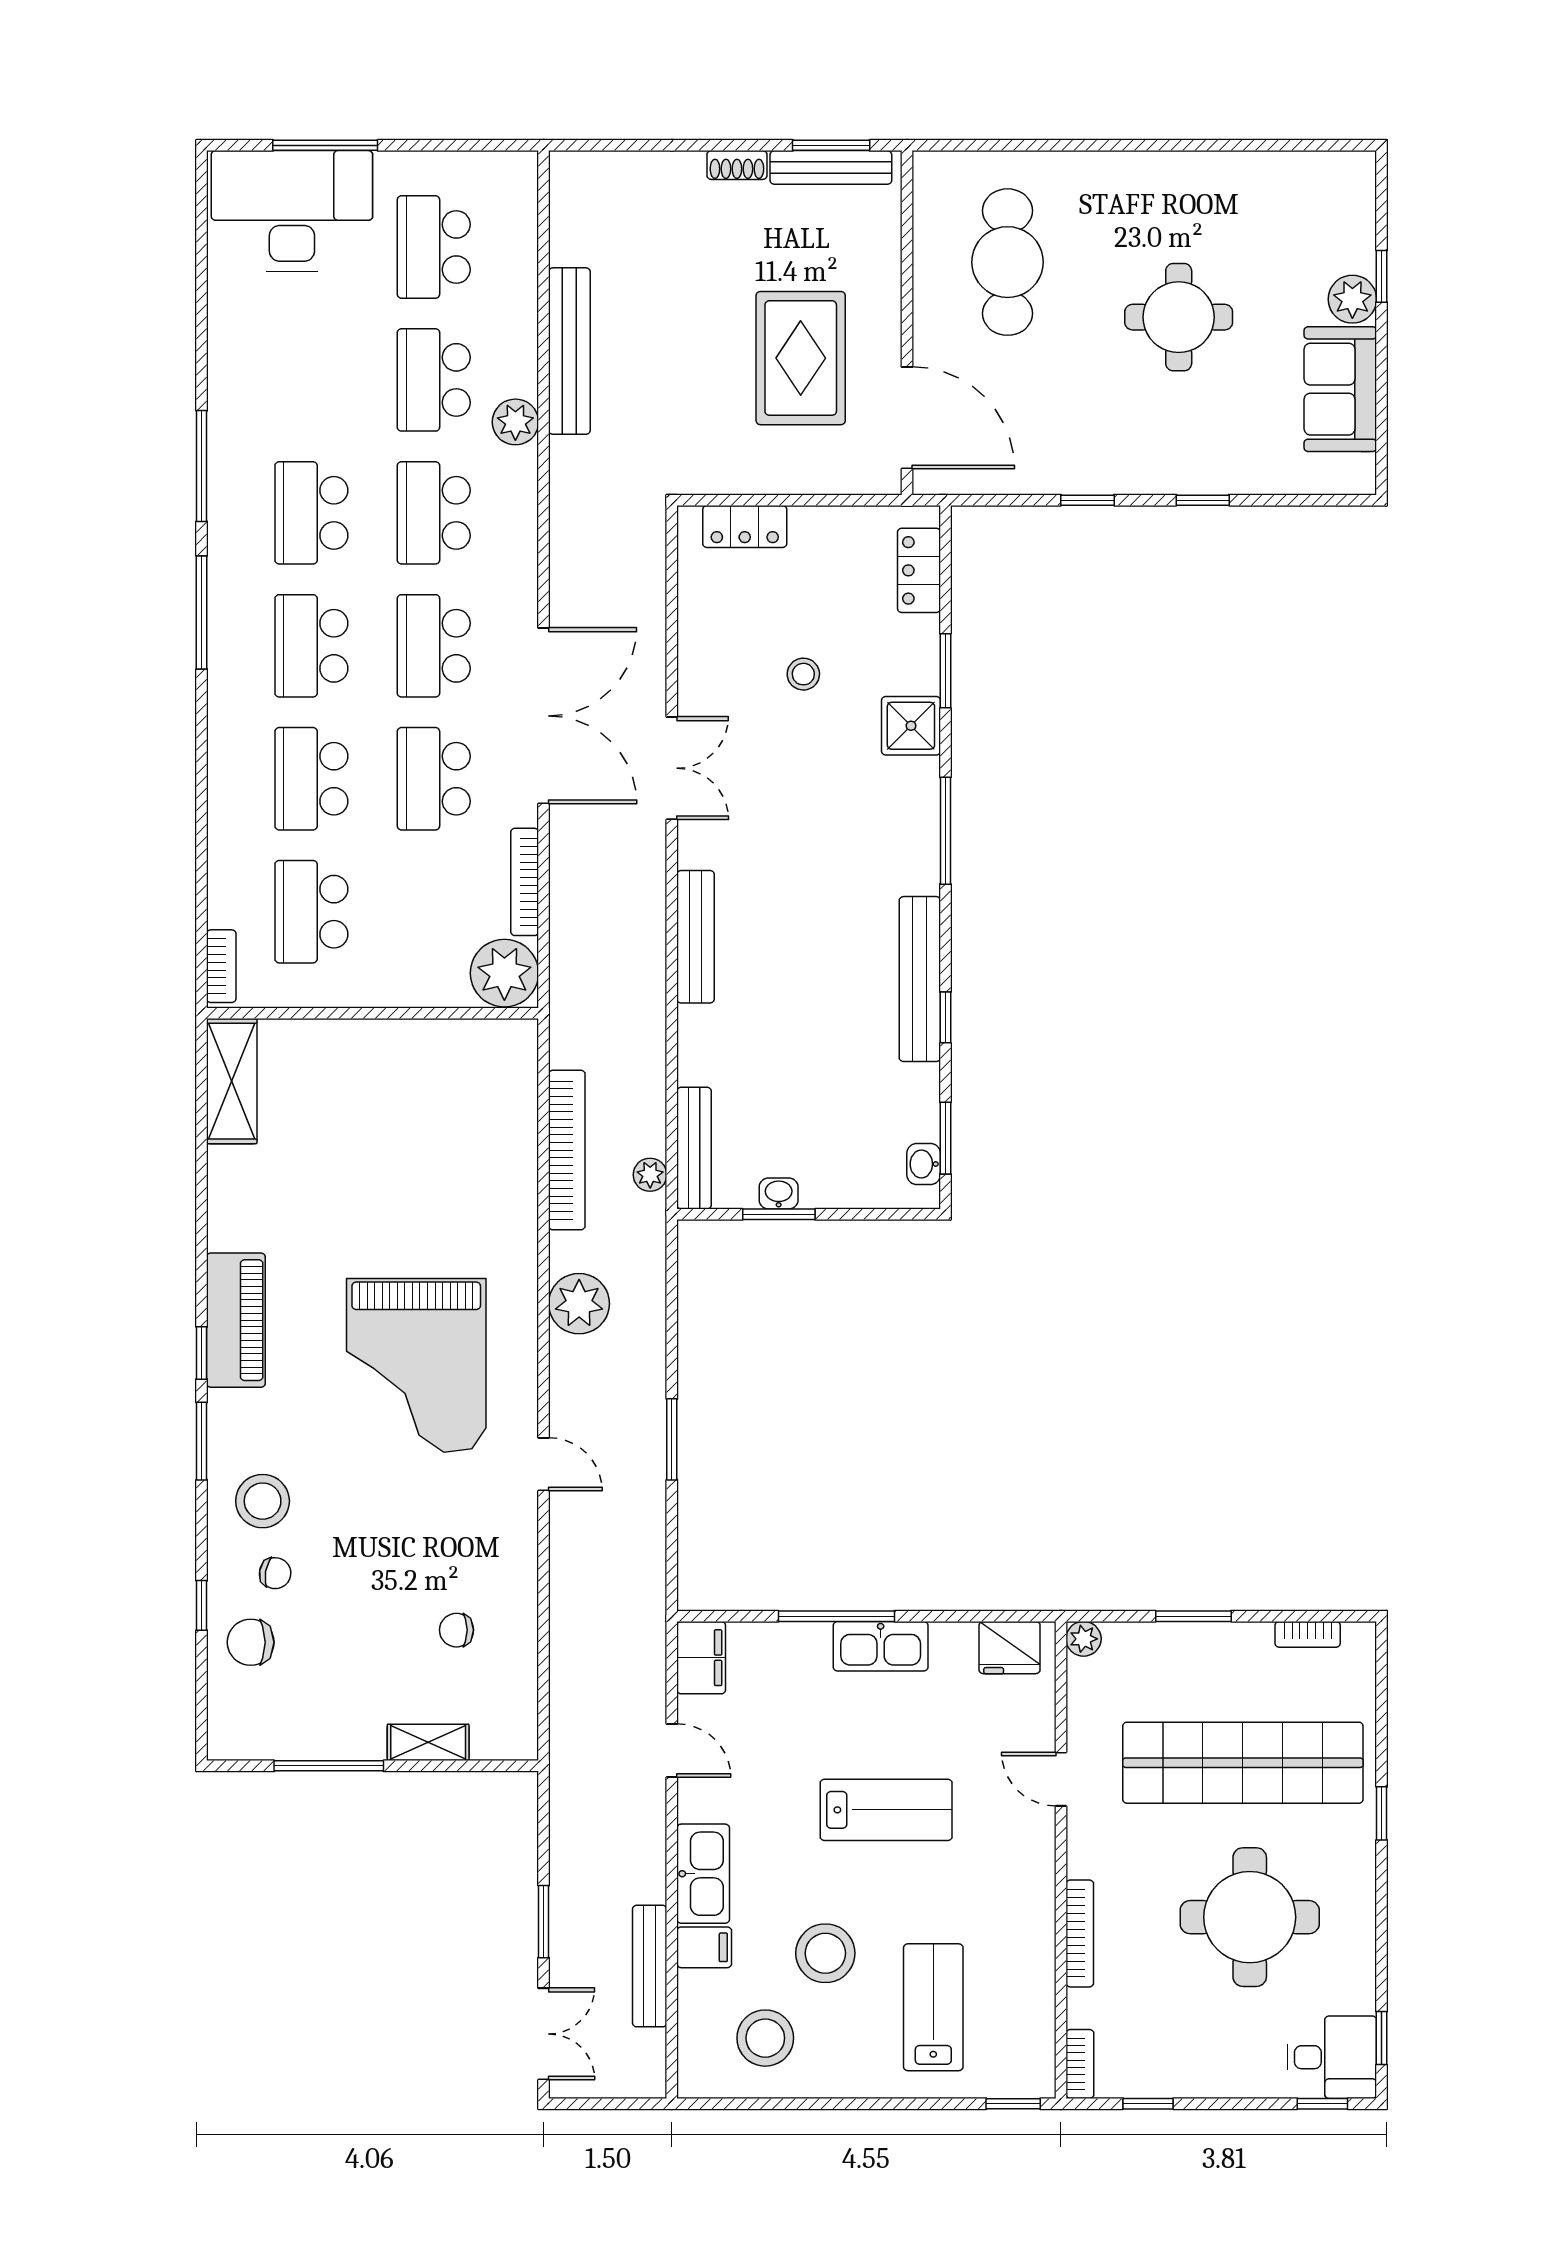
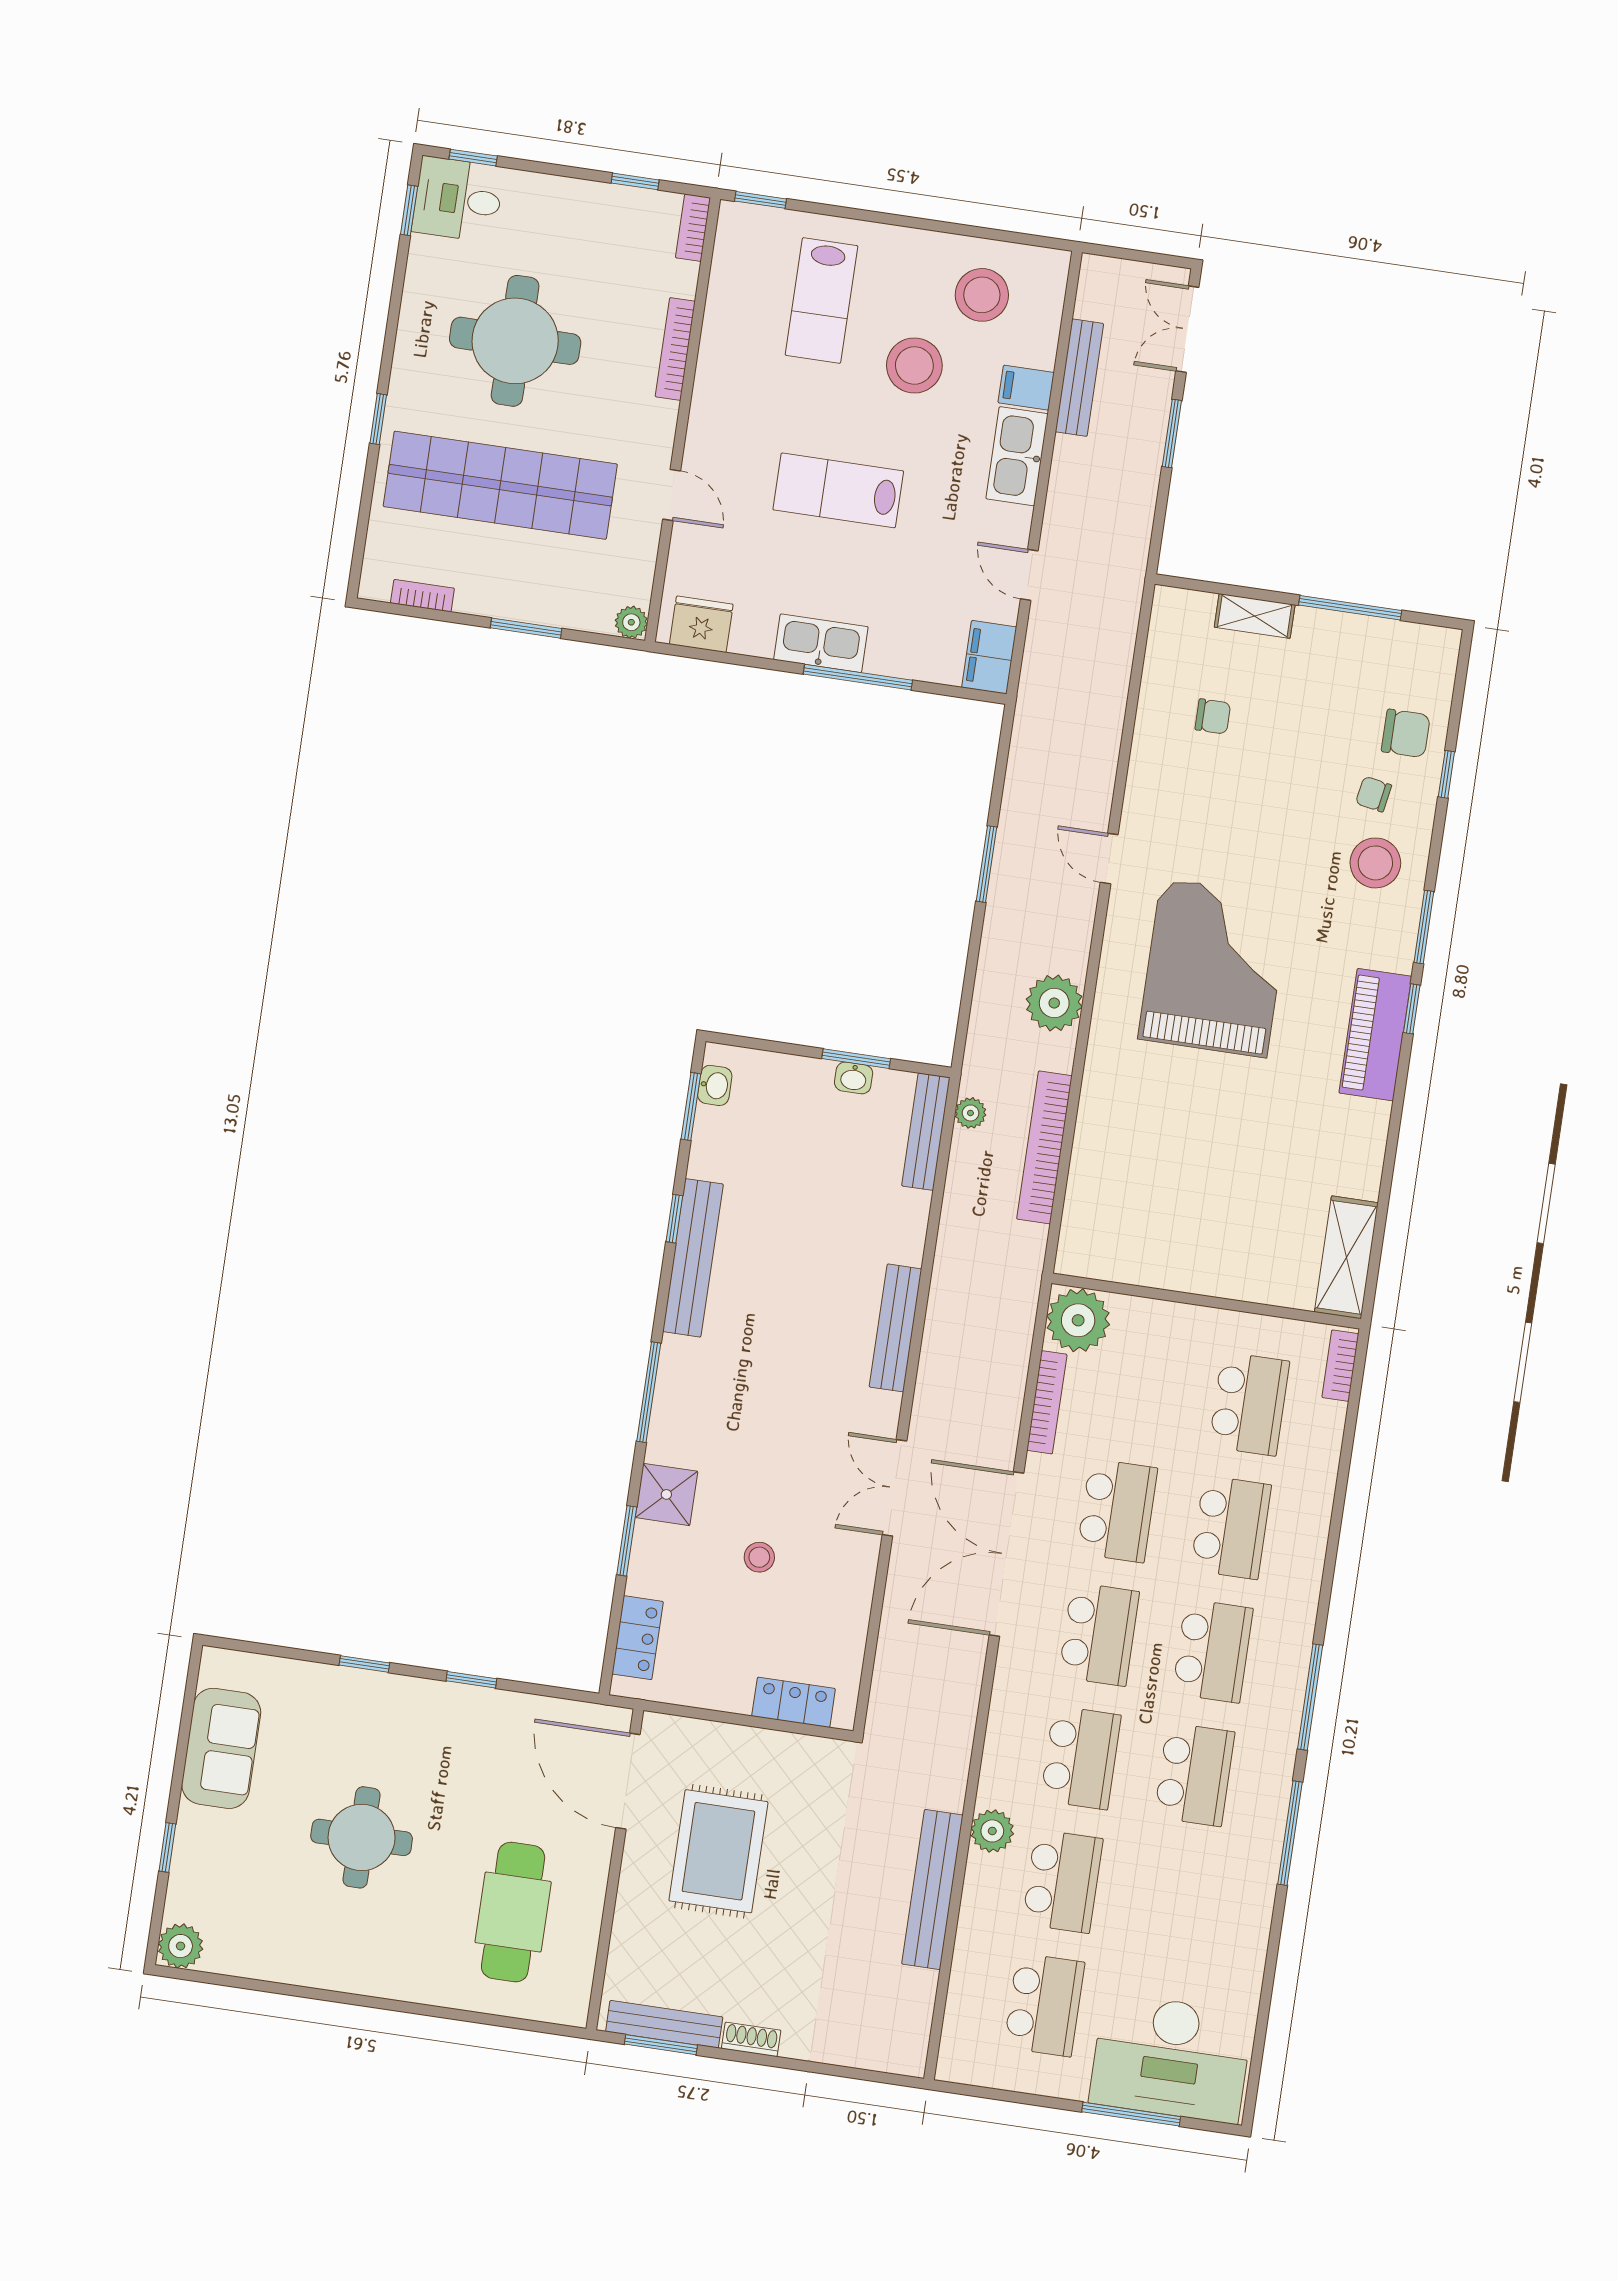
plant: (1352, 299) -> (181, 1946), moved

